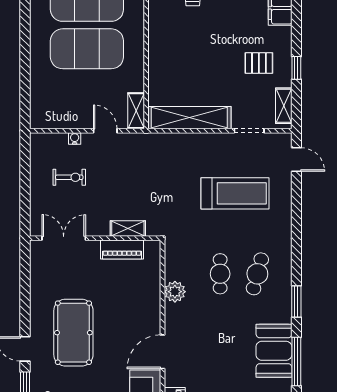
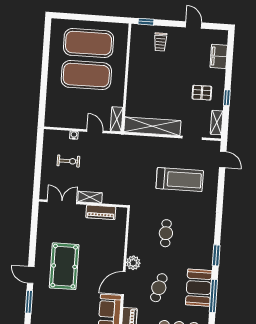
shelving: (128, 228) -> (90, 197), moved
cafe table: (257, 274) -> (159, 288), moved
plant: (175, 292) -> (133, 263), moved

